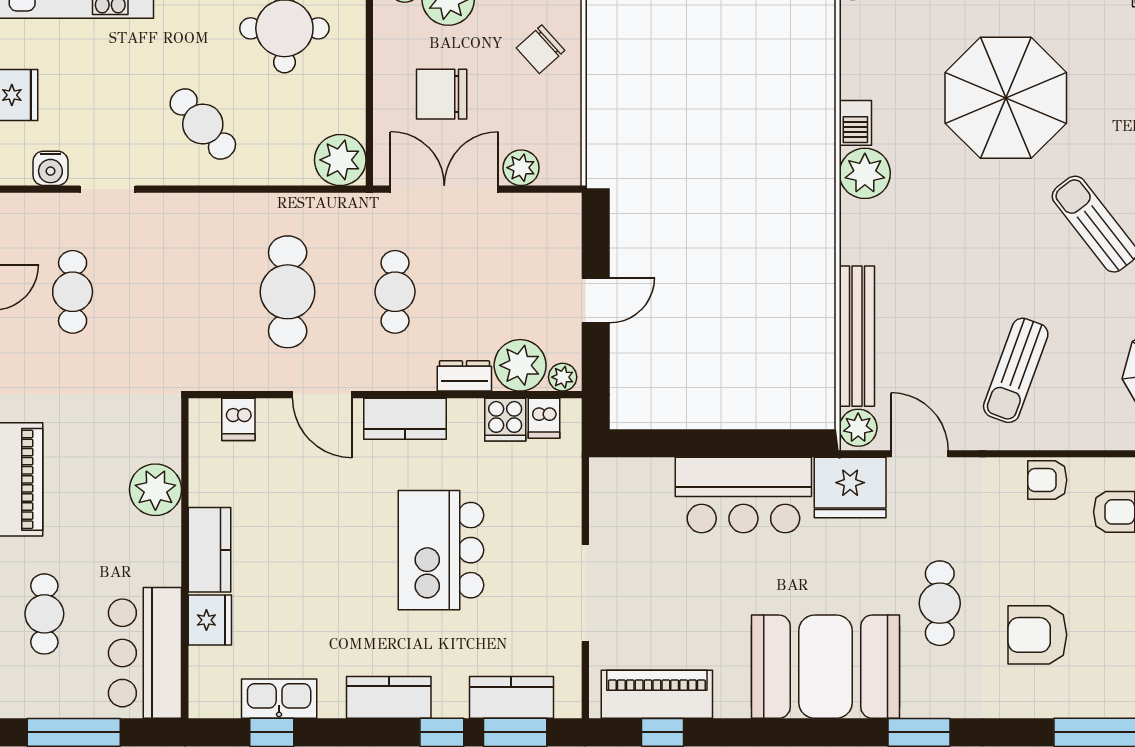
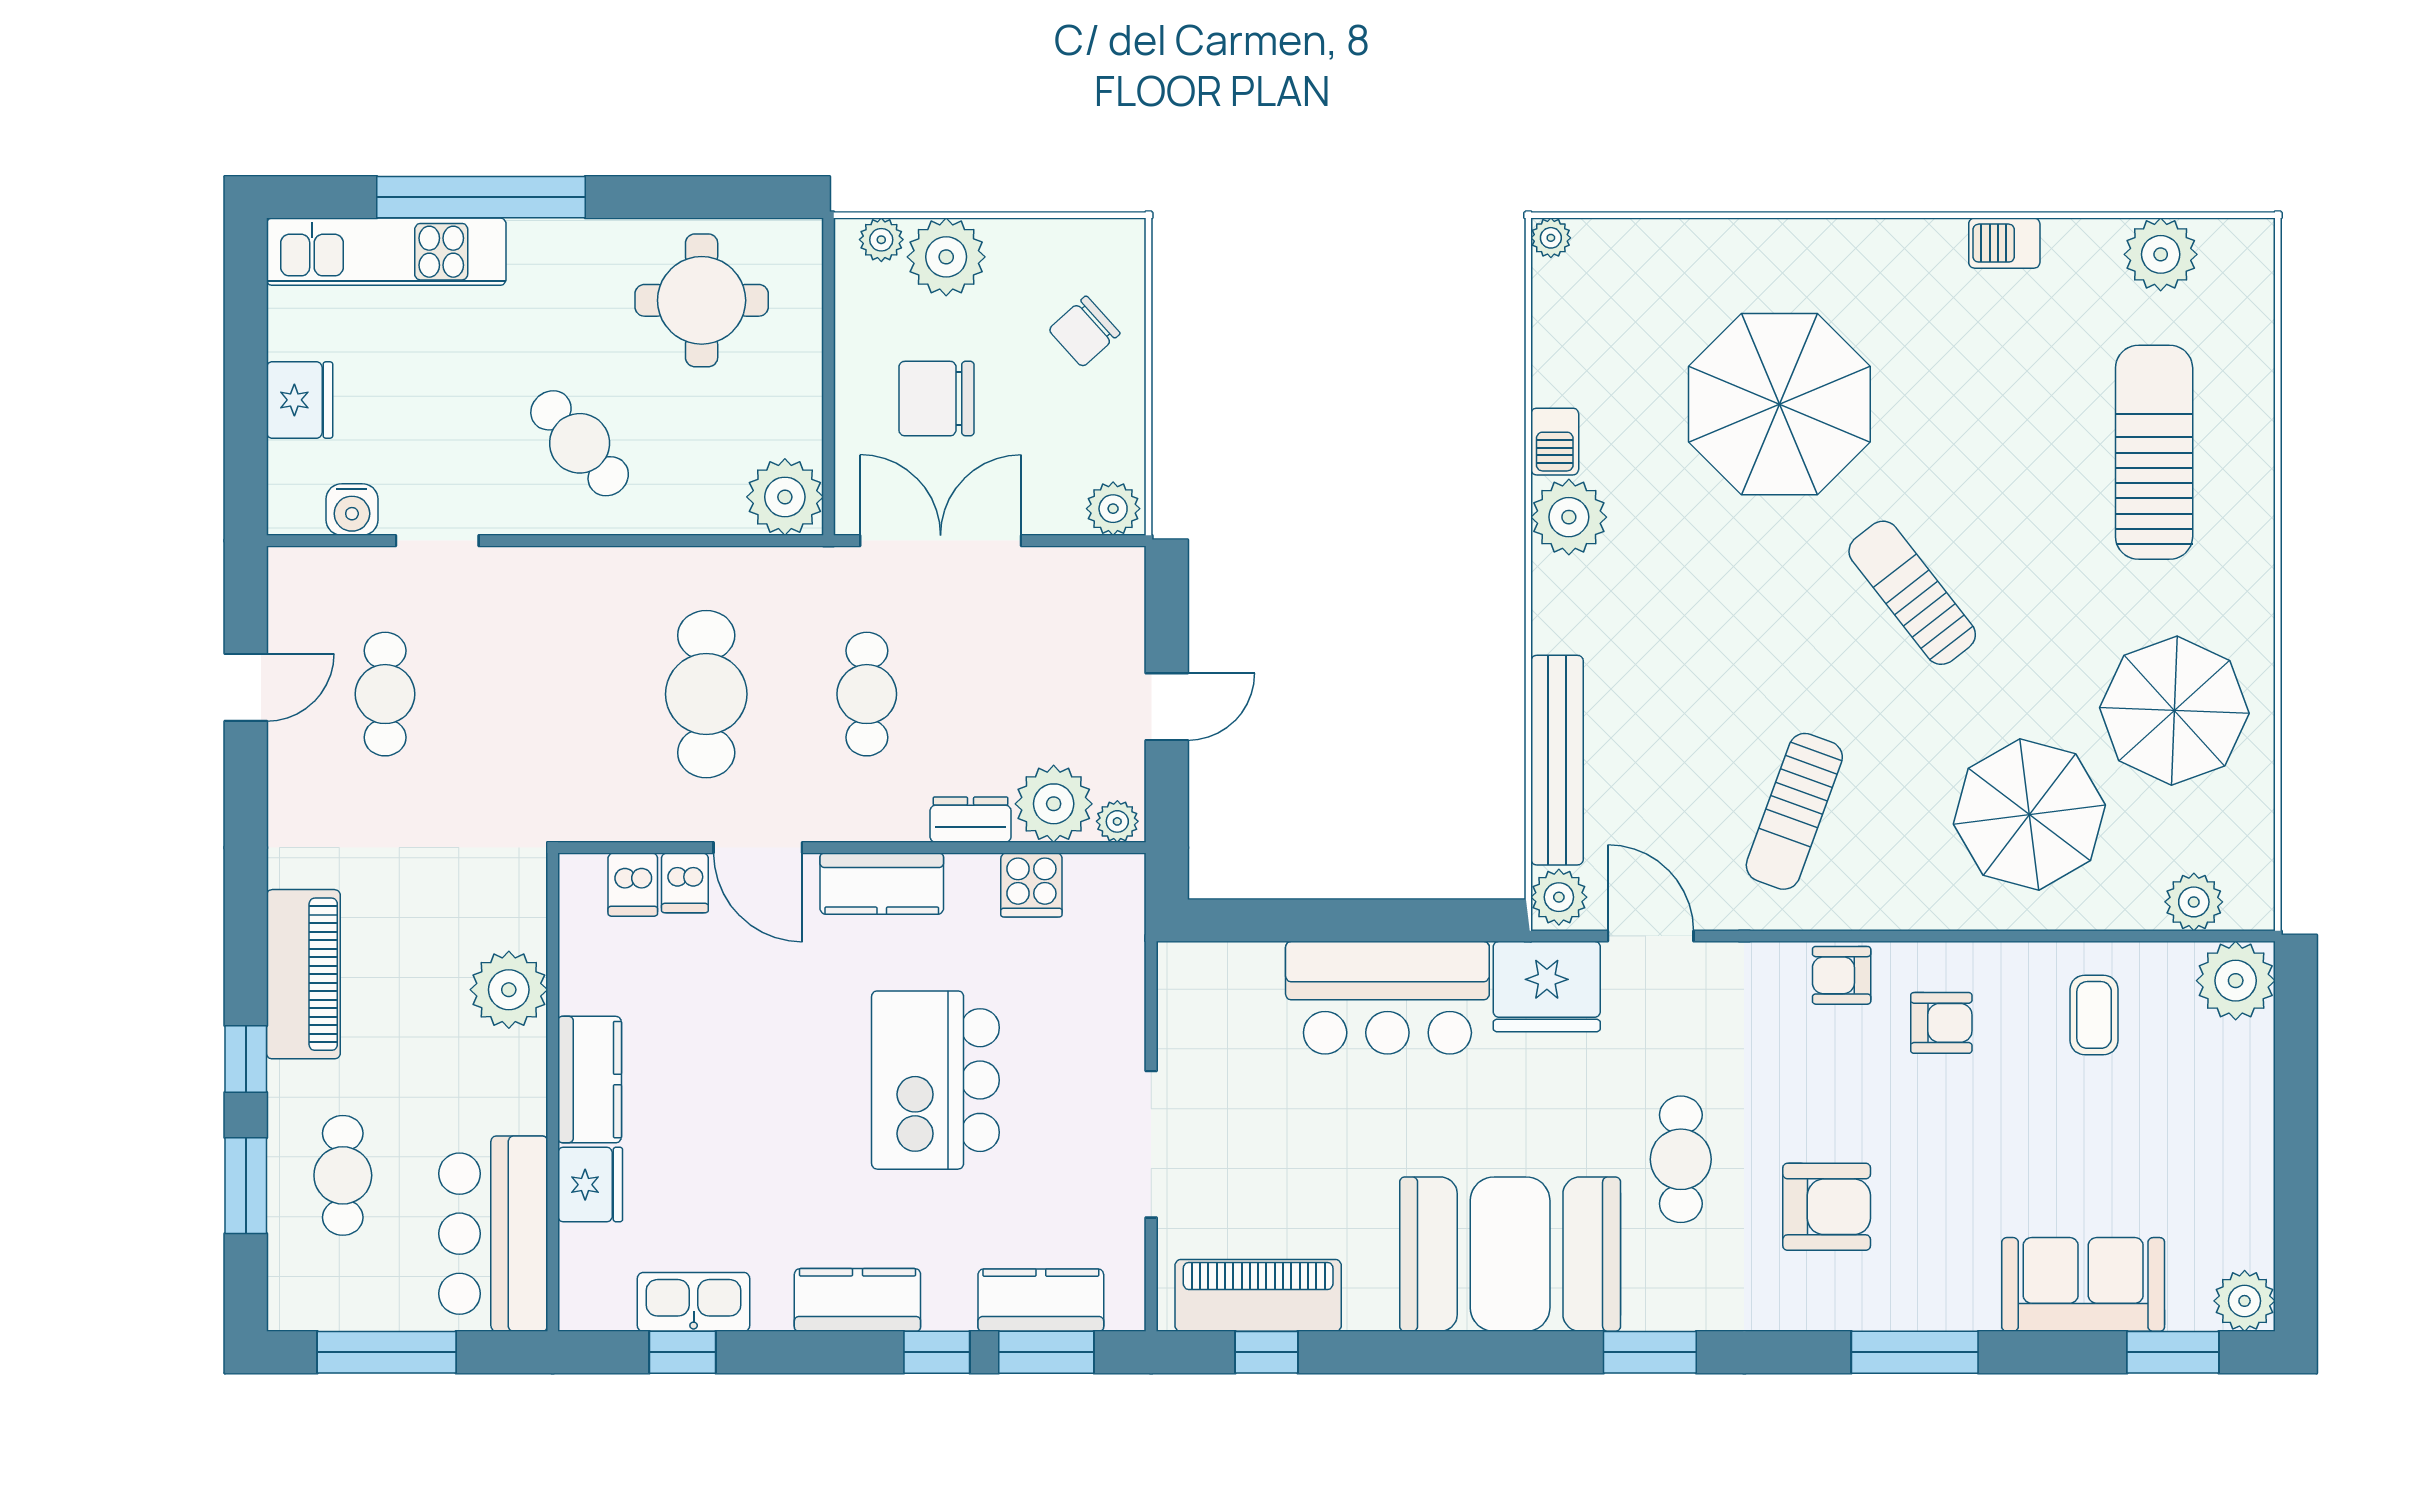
plant: (521, 168) -> (1113, 509), moved
dishwasher: (544, 418) -> (685, 883), moved
armchair: (1037, 635) -> (1827, 1207), turned 180

